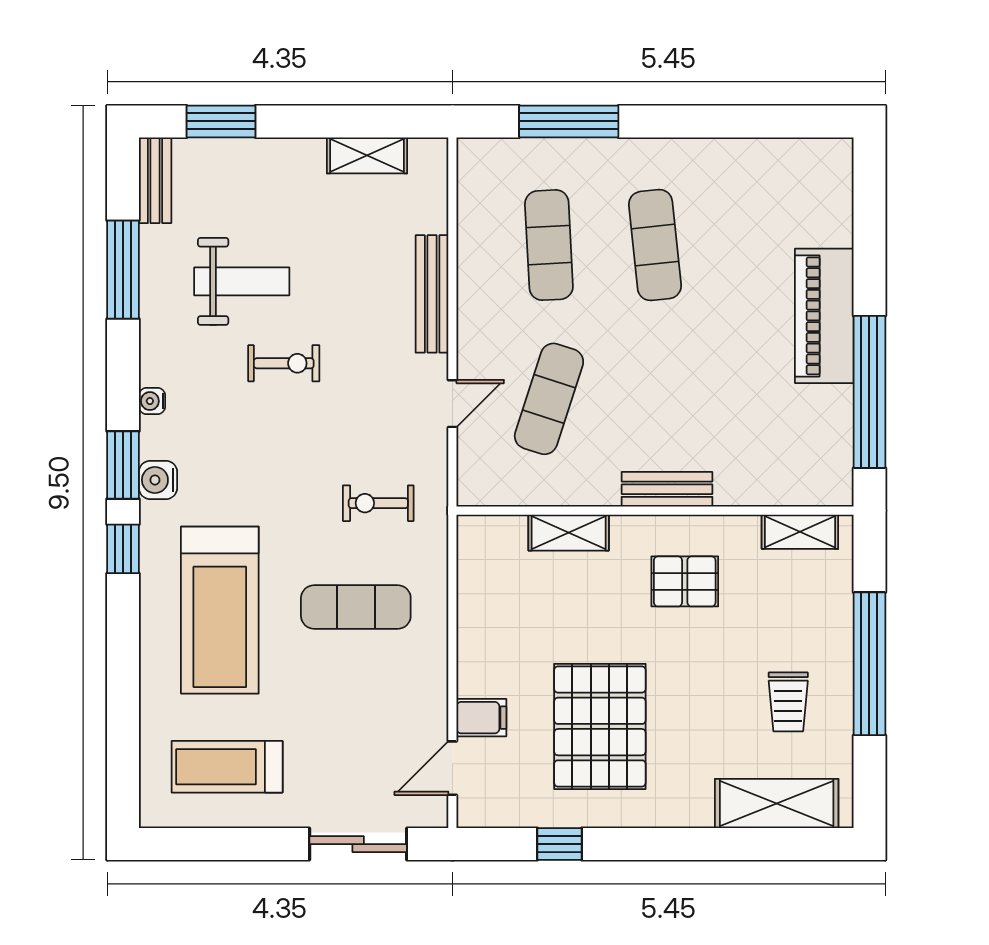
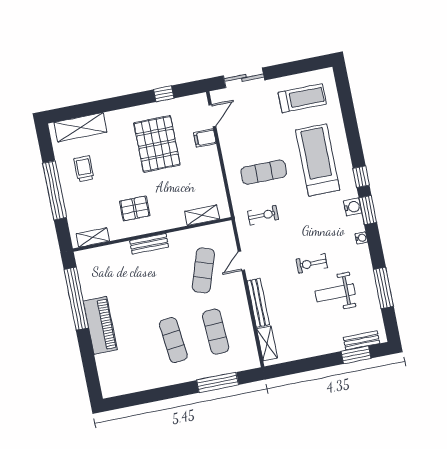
shelving: (367, 155) -> (267, 343), moved, turned 90
bench: (155, 181) -> (361, 340), moved, turned 90
shelving: (569, 533) -> (202, 215), moved

